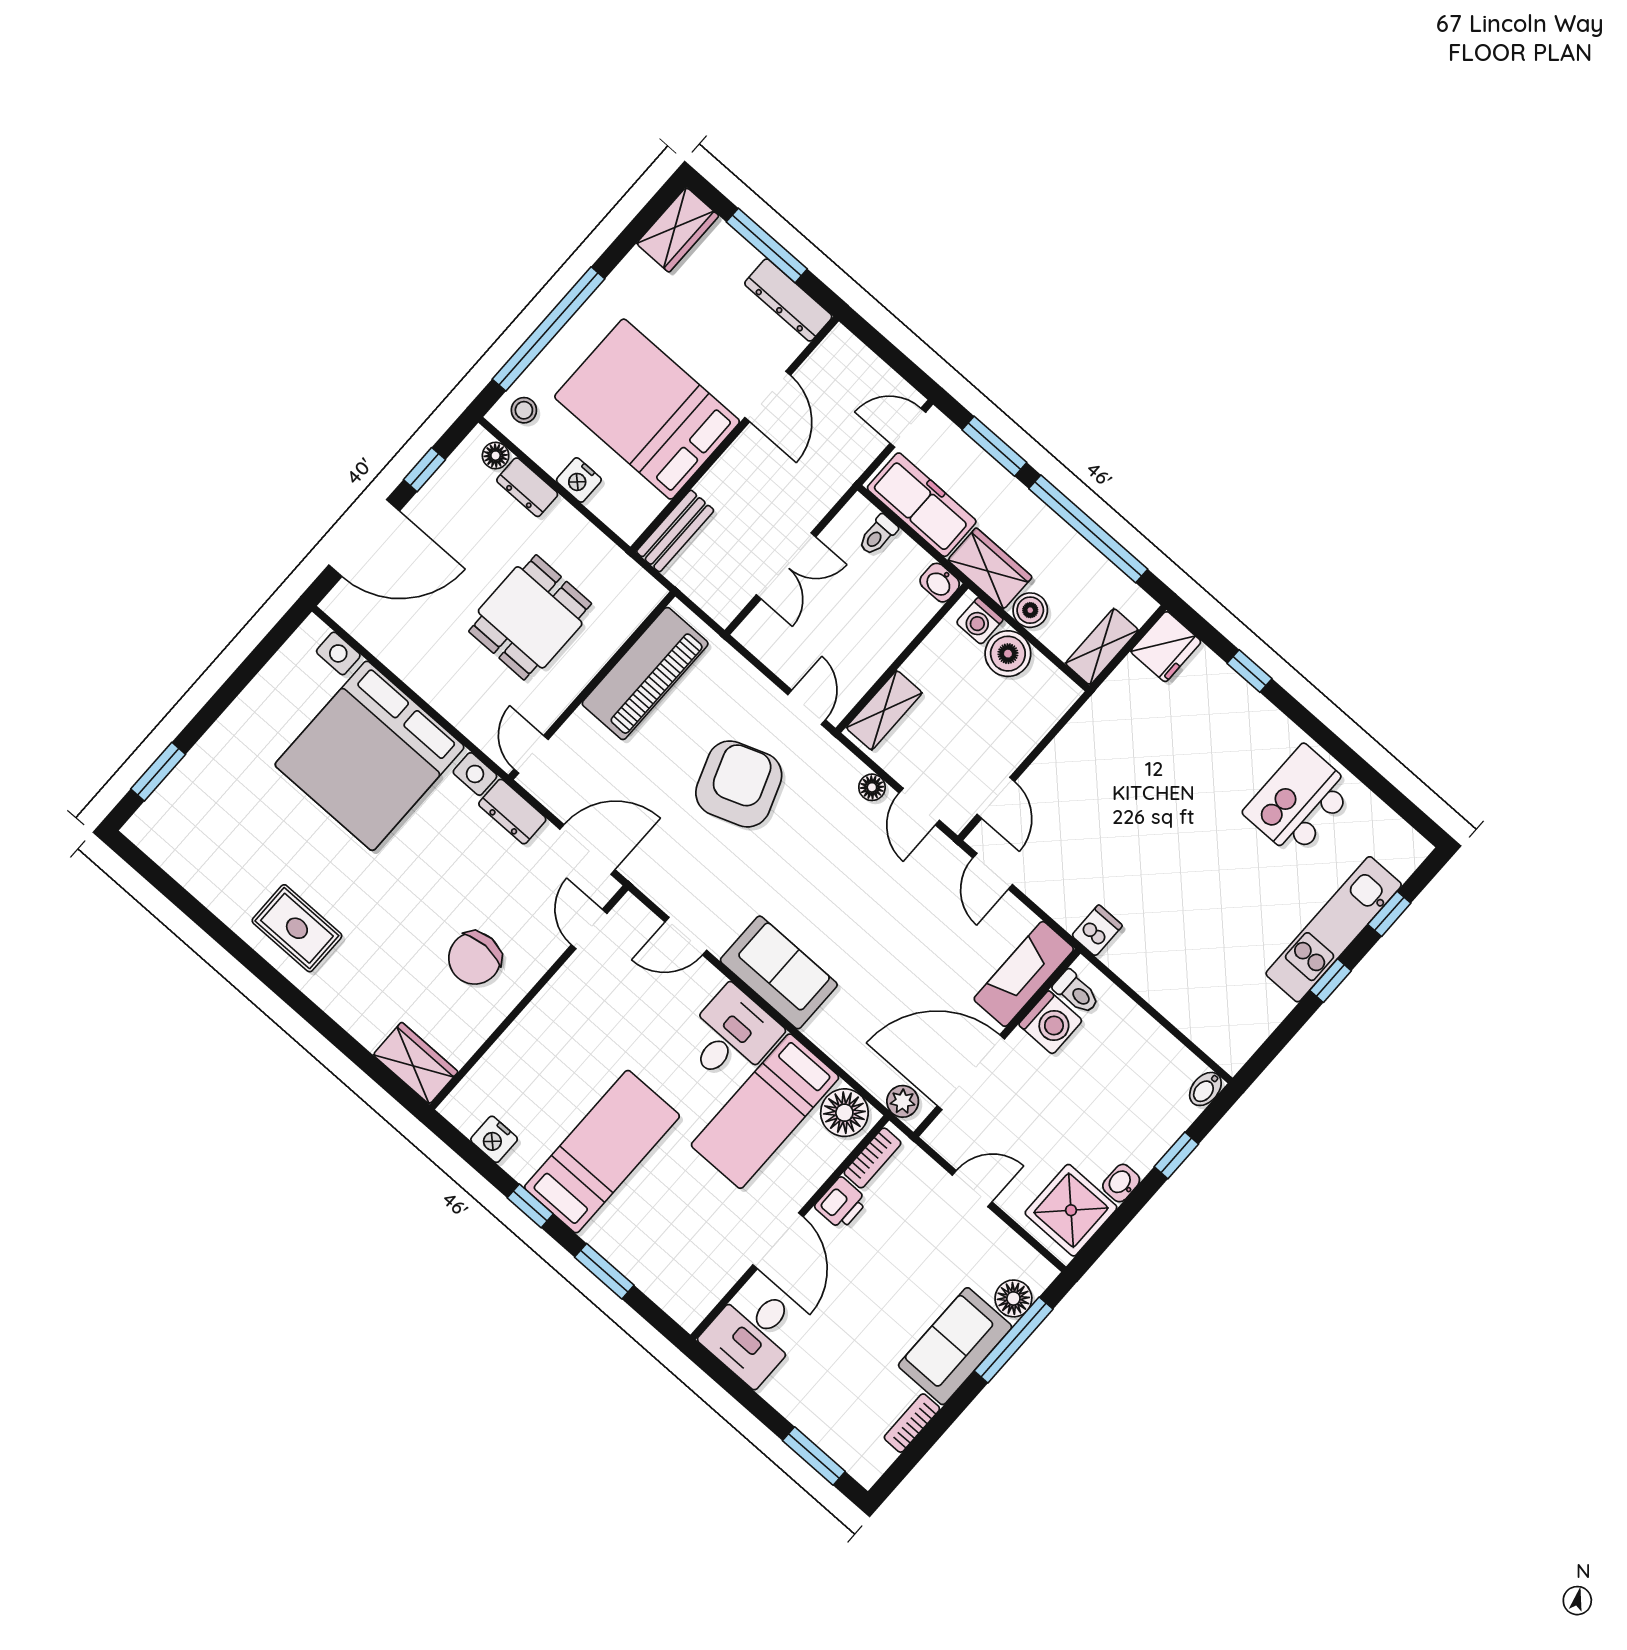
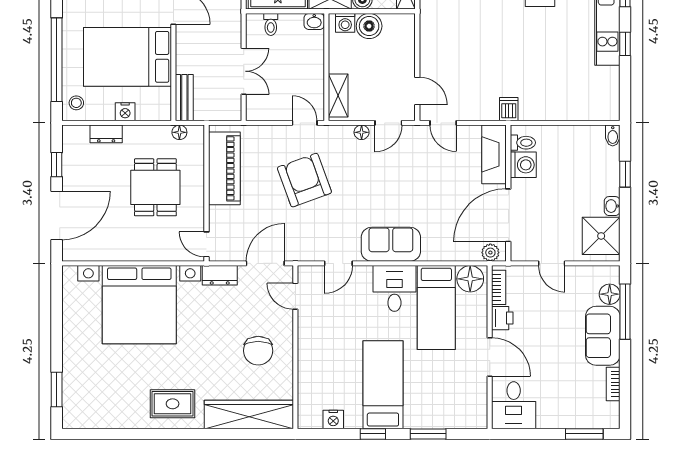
floor lamp: (496, 456) -> (179, 132), moved
door: (919, 807) -> (388, 123), hinge flipped
wardrobe: (415, 1063) -> (249, 414), width x2.10, depth x1.17
door: (972, 1189) -> (552, 263), swing flipped

